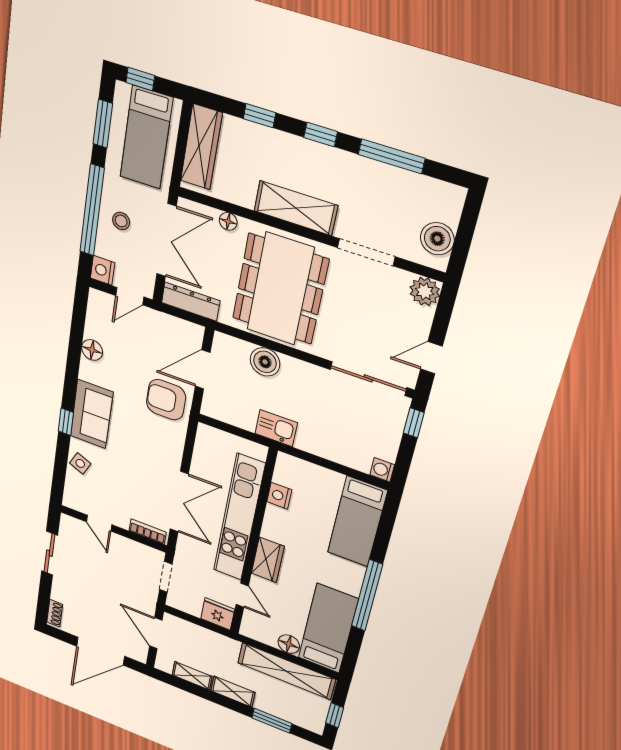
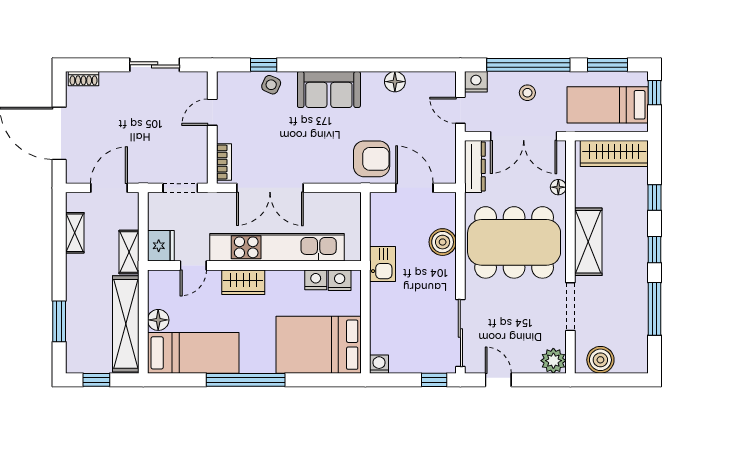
armchair: (166, 400) -> (372, 159), turned 90
window: (66, 422) -> (264, 65), moved
nightstand: (284, 474) -> (340, 280), added
bed: (357, 522) -> (319, 345), width x1.50
shelving: (233, 692) -> (129, 252), moved

